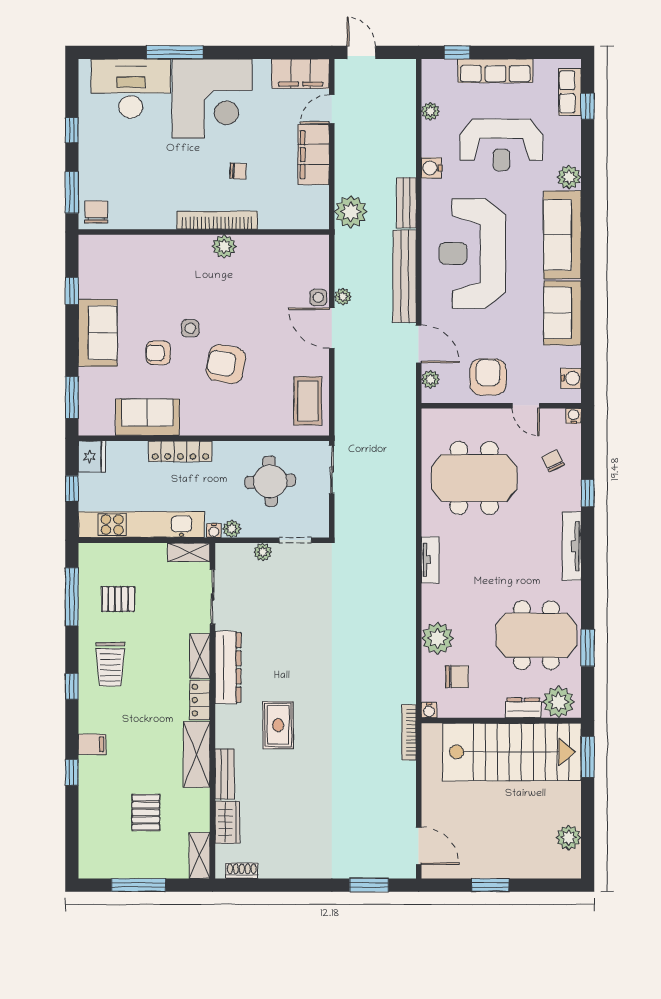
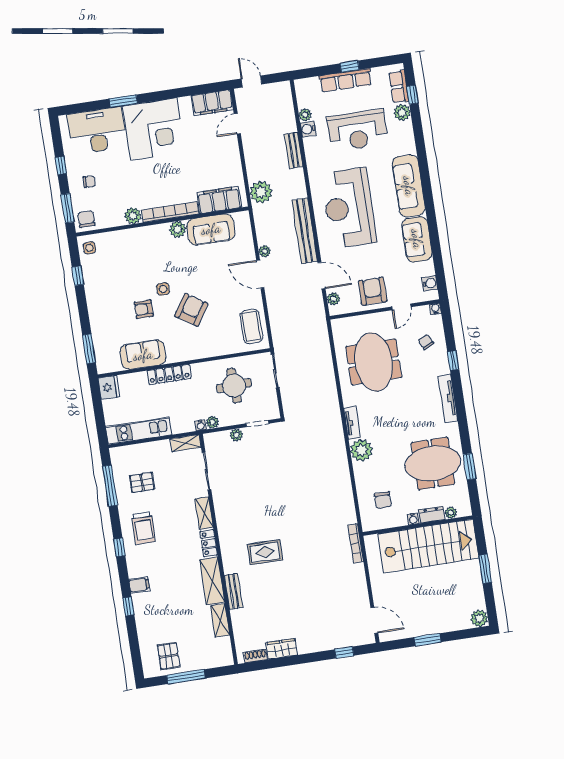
window: (175, 52) -> (123, 101), width x0.69
window: (457, 52) -> (350, 67), moved
filing cabinet: (314, 155) -> (219, 200), moved, turned 90
water cooler: (431, 168) -> (308, 129), moved
chair: (238, 171) -> (89, 182), moved
plant: (569, 177) -> (402, 112), moved
bench: (406, 203) -> (294, 150), moved
plant: (163, 217) -> (133, 216), added
side table: (318, 297) -> (89, 248), moved
sofa: (98, 333) -> (211, 229), moved, turned 90
armchair: (226, 364) -> (191, 310), turned 112
door: (526, 406) -> (401, 307), hinge flipped
meeting table: (474, 478) -> (374, 362), turned 90
window: (72, 488) -> (99, 411), removed
kitchen unit: (141, 525) -> (139, 431), width x0.73
plant: (437, 638) -> (361, 450), moved
dresser: (228, 667) -> (225, 518), removed
chair: (457, 677) -> (383, 500), turned 90
plant: (559, 702) -> (451, 513), width x0.53, depth x0.53
water cooler: (429, 710) -> (413, 519), moved
rug: (278, 725) -> (265, 552), turned 90
window: (588, 757) -> (485, 569), moved
pallet: (146, 812) -> (169, 656), moved
wardrobe: (227, 822) -> (282, 649), moved, turned -90
plant: (569, 838) -> (479, 618), moved
shelving: (199, 855) -> (220, 620), moved
window: (369, 885) -> (344, 652), width x0.67

